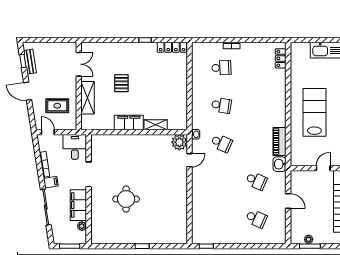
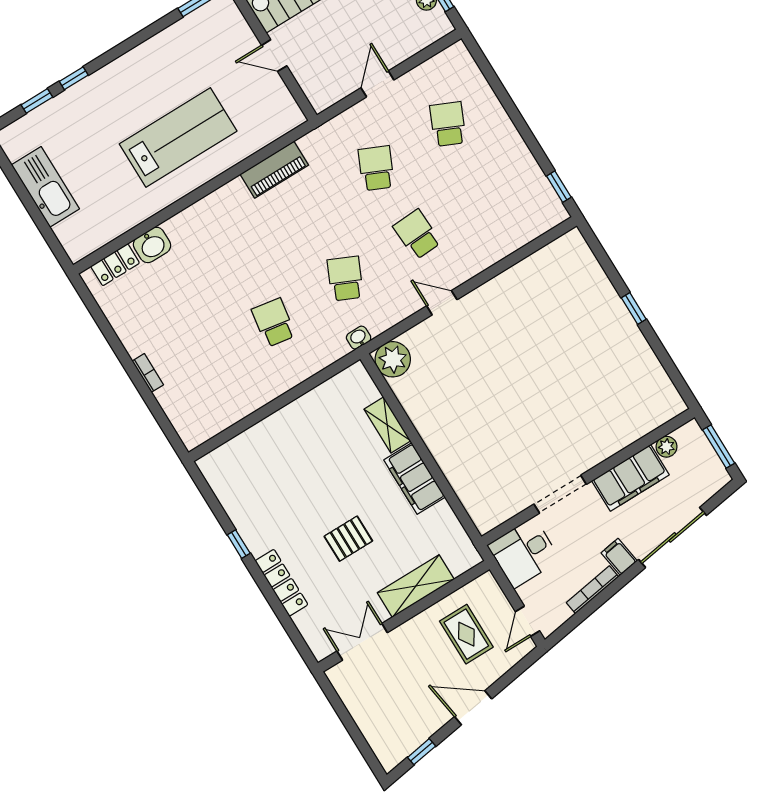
locker: (172, 47) -> (281, 583), moved
bench: (30, 62) -> (414, 738), removed
school desk: (221, 68) -> (417, 234), moved
door: (28, 91) -> (473, 708), swing flipped
lab bench: (314, 112) -> (178, 137), turned 180
door: (189, 160) -> (442, 303), moved
washbasin: (280, 164) -> (152, 245), moved
round table: (126, 199) -> (563, 394), removed

